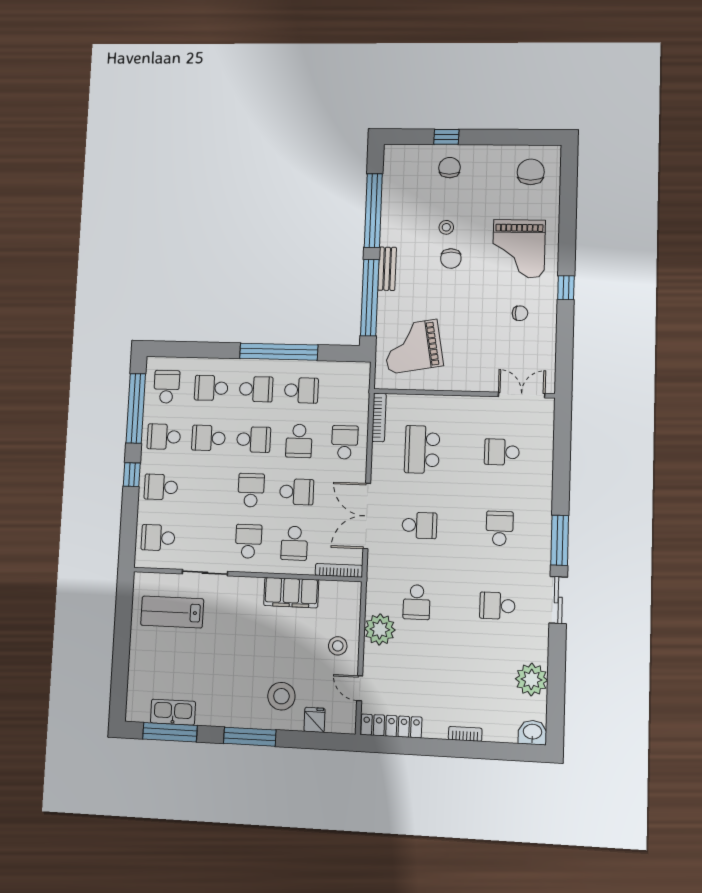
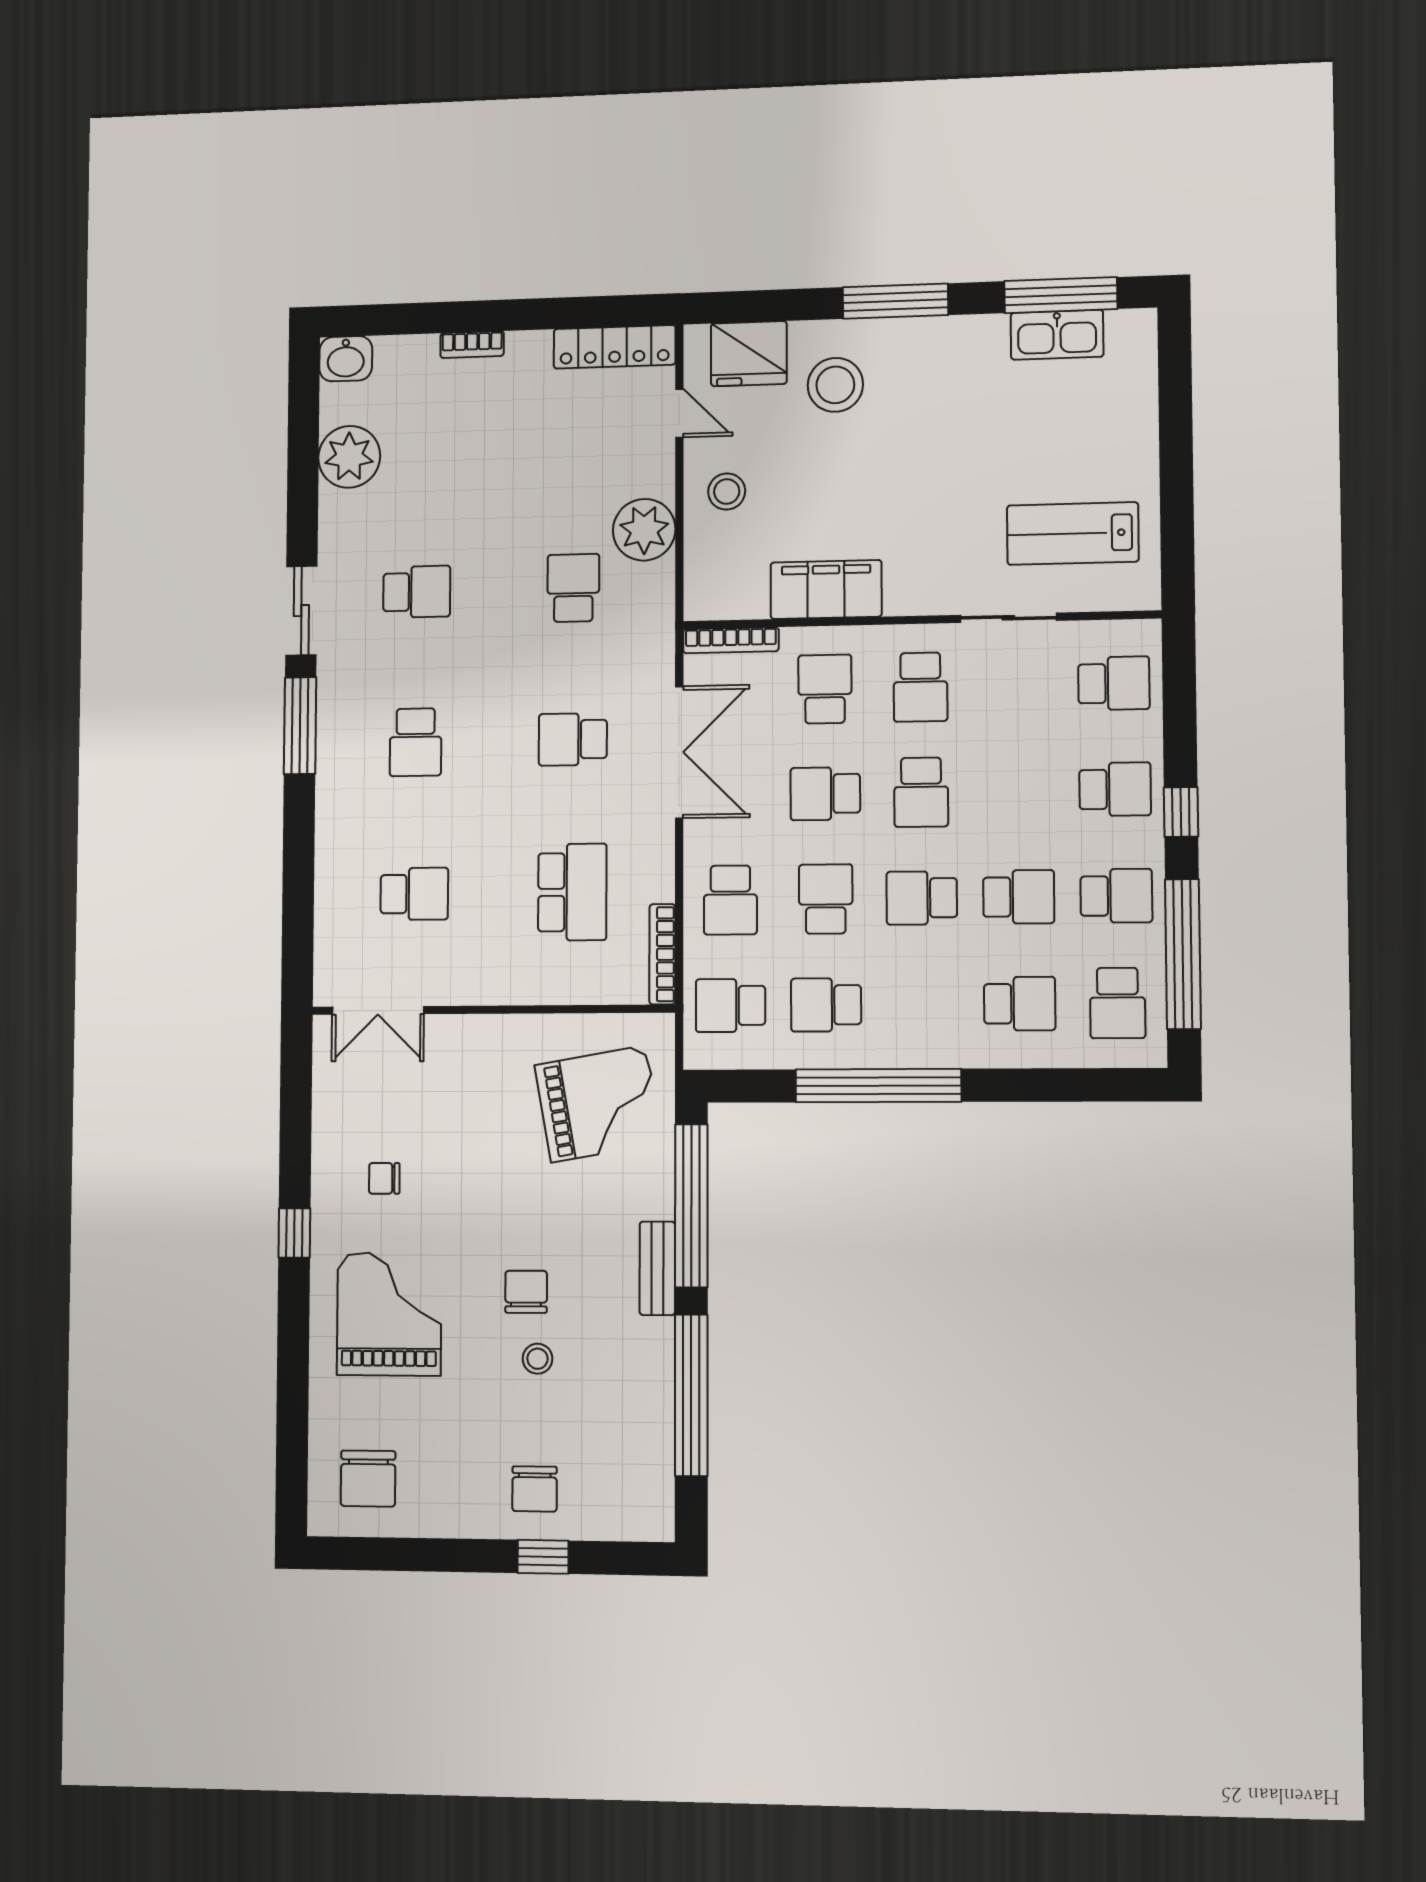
school desk: (256, 389) -> (731, 1005), moved
lab bench: (172, 612) -> (1073, 533), turned 180
fridge: (315, 720) -> (749, 354), width x1.88, depth x1.34

